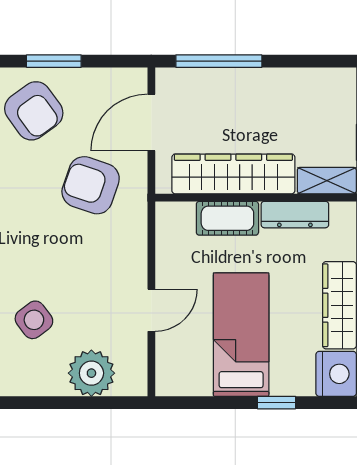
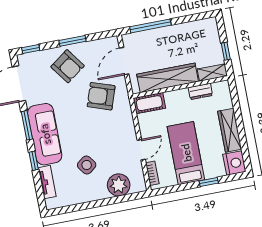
dresser: (295, 215) -> (200, 91), width x0.70
cot: (227, 218) -> (149, 103), moved
bookcase: (165, 363) -> (152, 173), added

